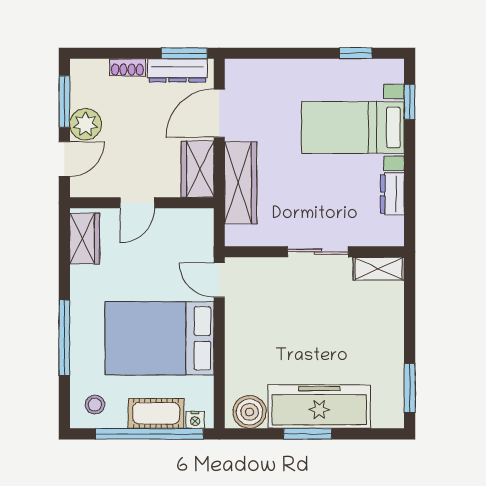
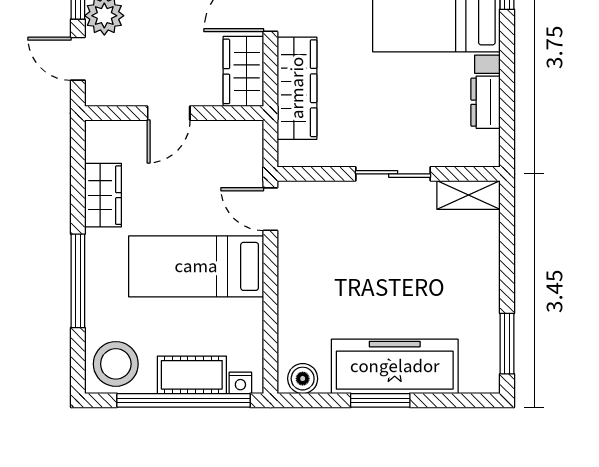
door: (64, 159) -> (78, 59), swing flipped
wardrobe: (85, 239) -> (103, 195), moved
bed: (159, 338) -> (196, 266), width x0.67
stool: (95, 405) -> (116, 364), width x1.89, depth x1.89
boiler: (250, 412) -> (303, 379), width x0.73, depth x0.73

